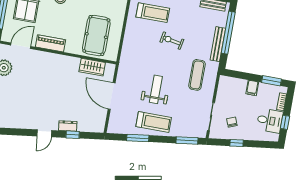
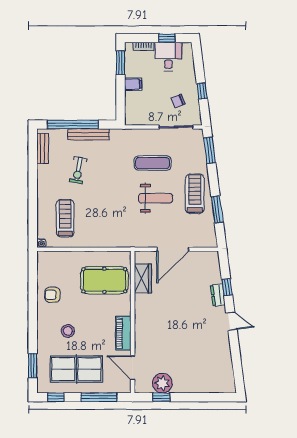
exercise bike: (172, 41) -> (78, 170), moved
exercise mat: (197, 75) -> (153, 163), moved
weight bench: (156, 89) -> (156, 198), turned 180

